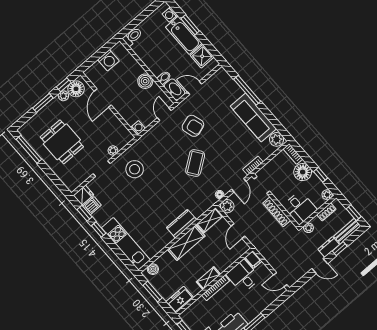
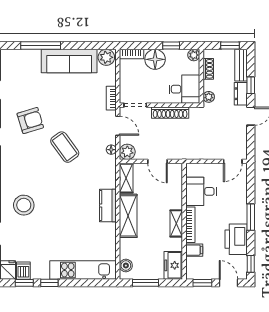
filing cabinet: (253, 260) -> (194, 250), moved

